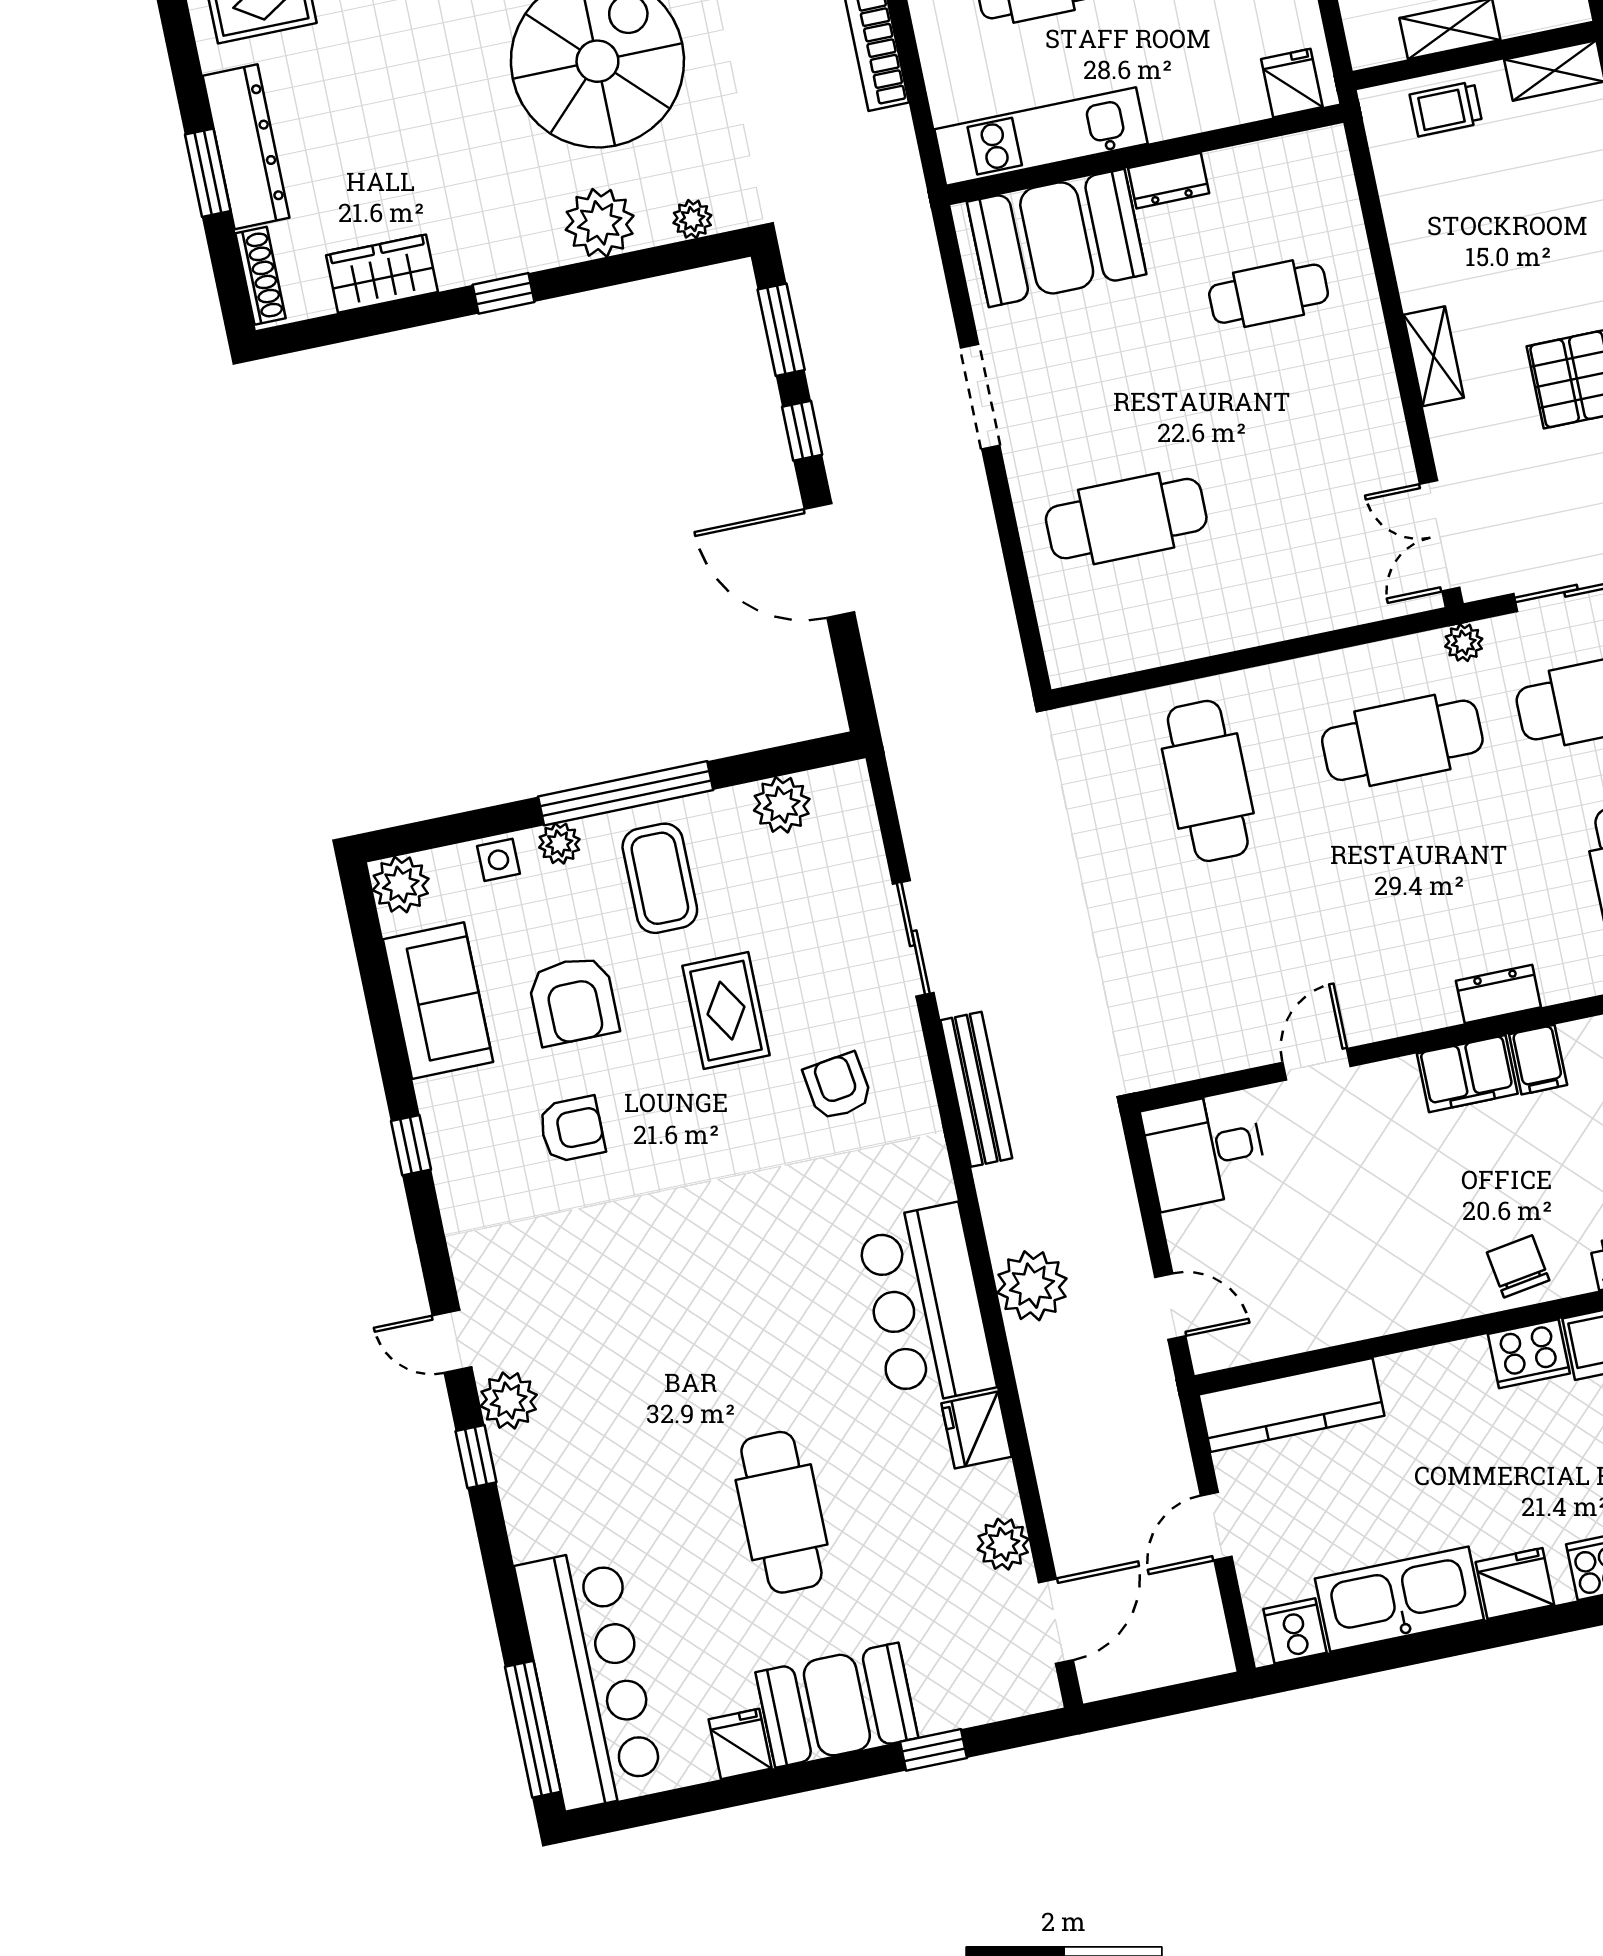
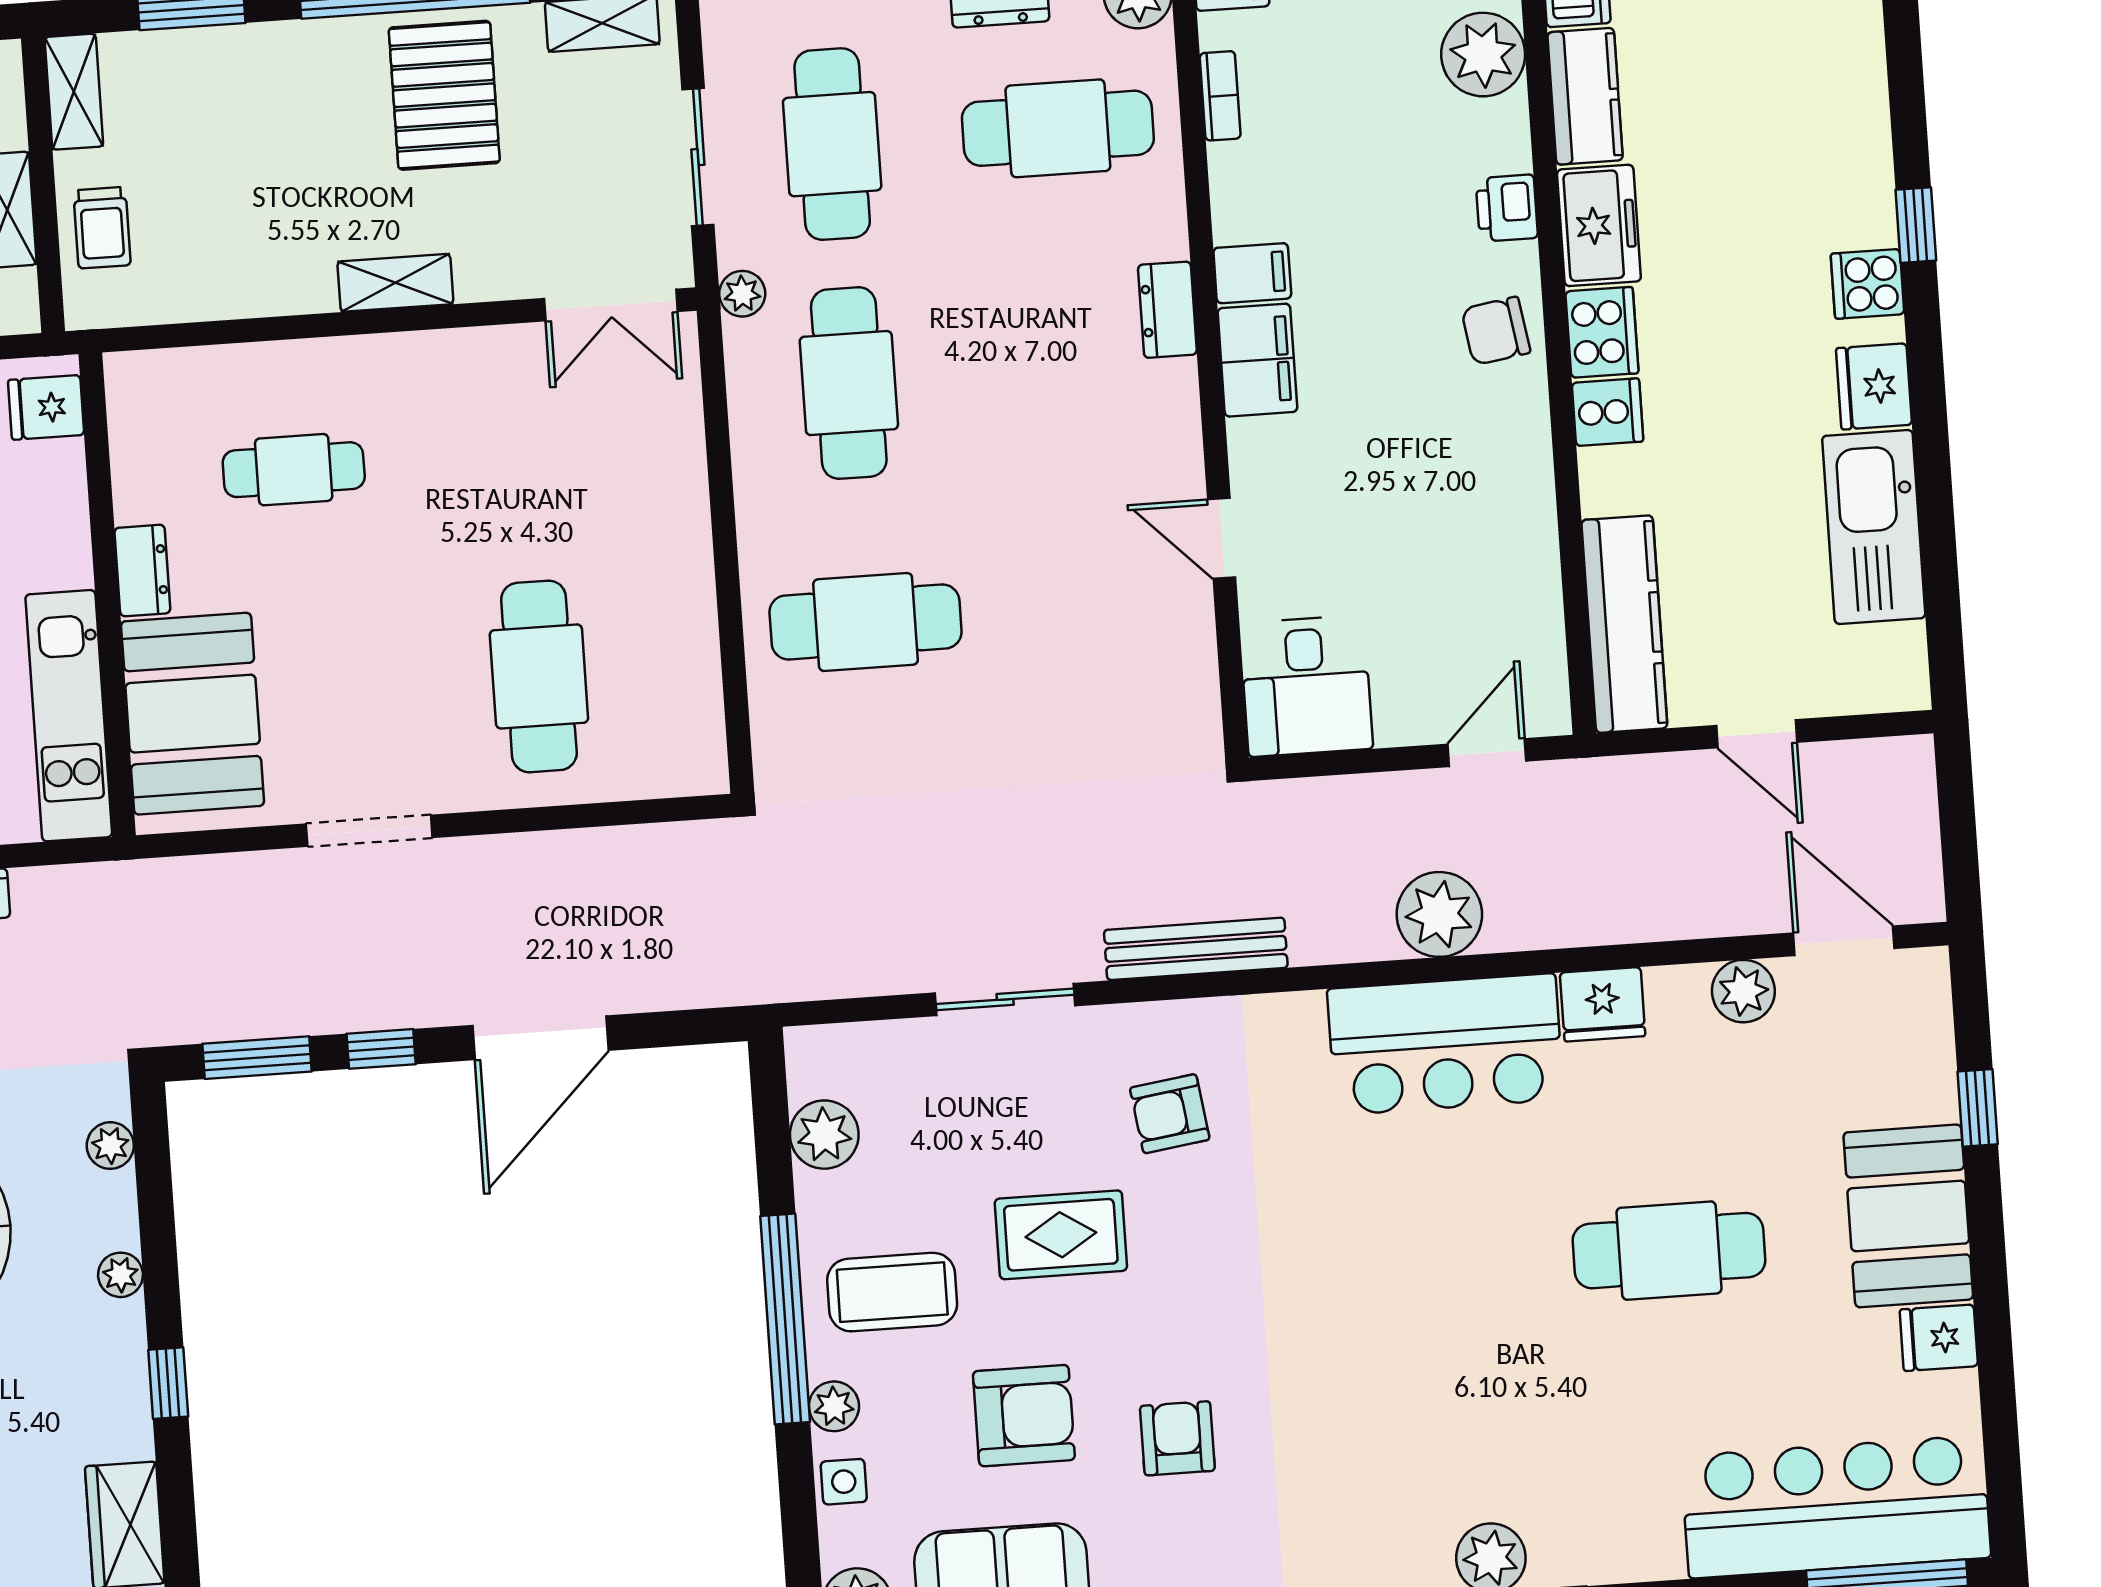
plant: (600, 223) -> (121, 1275), width x0.53, depth x0.53
cafe table: (1269, 294) -> (294, 470), turned 90
cooker: (1295, 1631) -> (1608, 412), moved, turned 180

